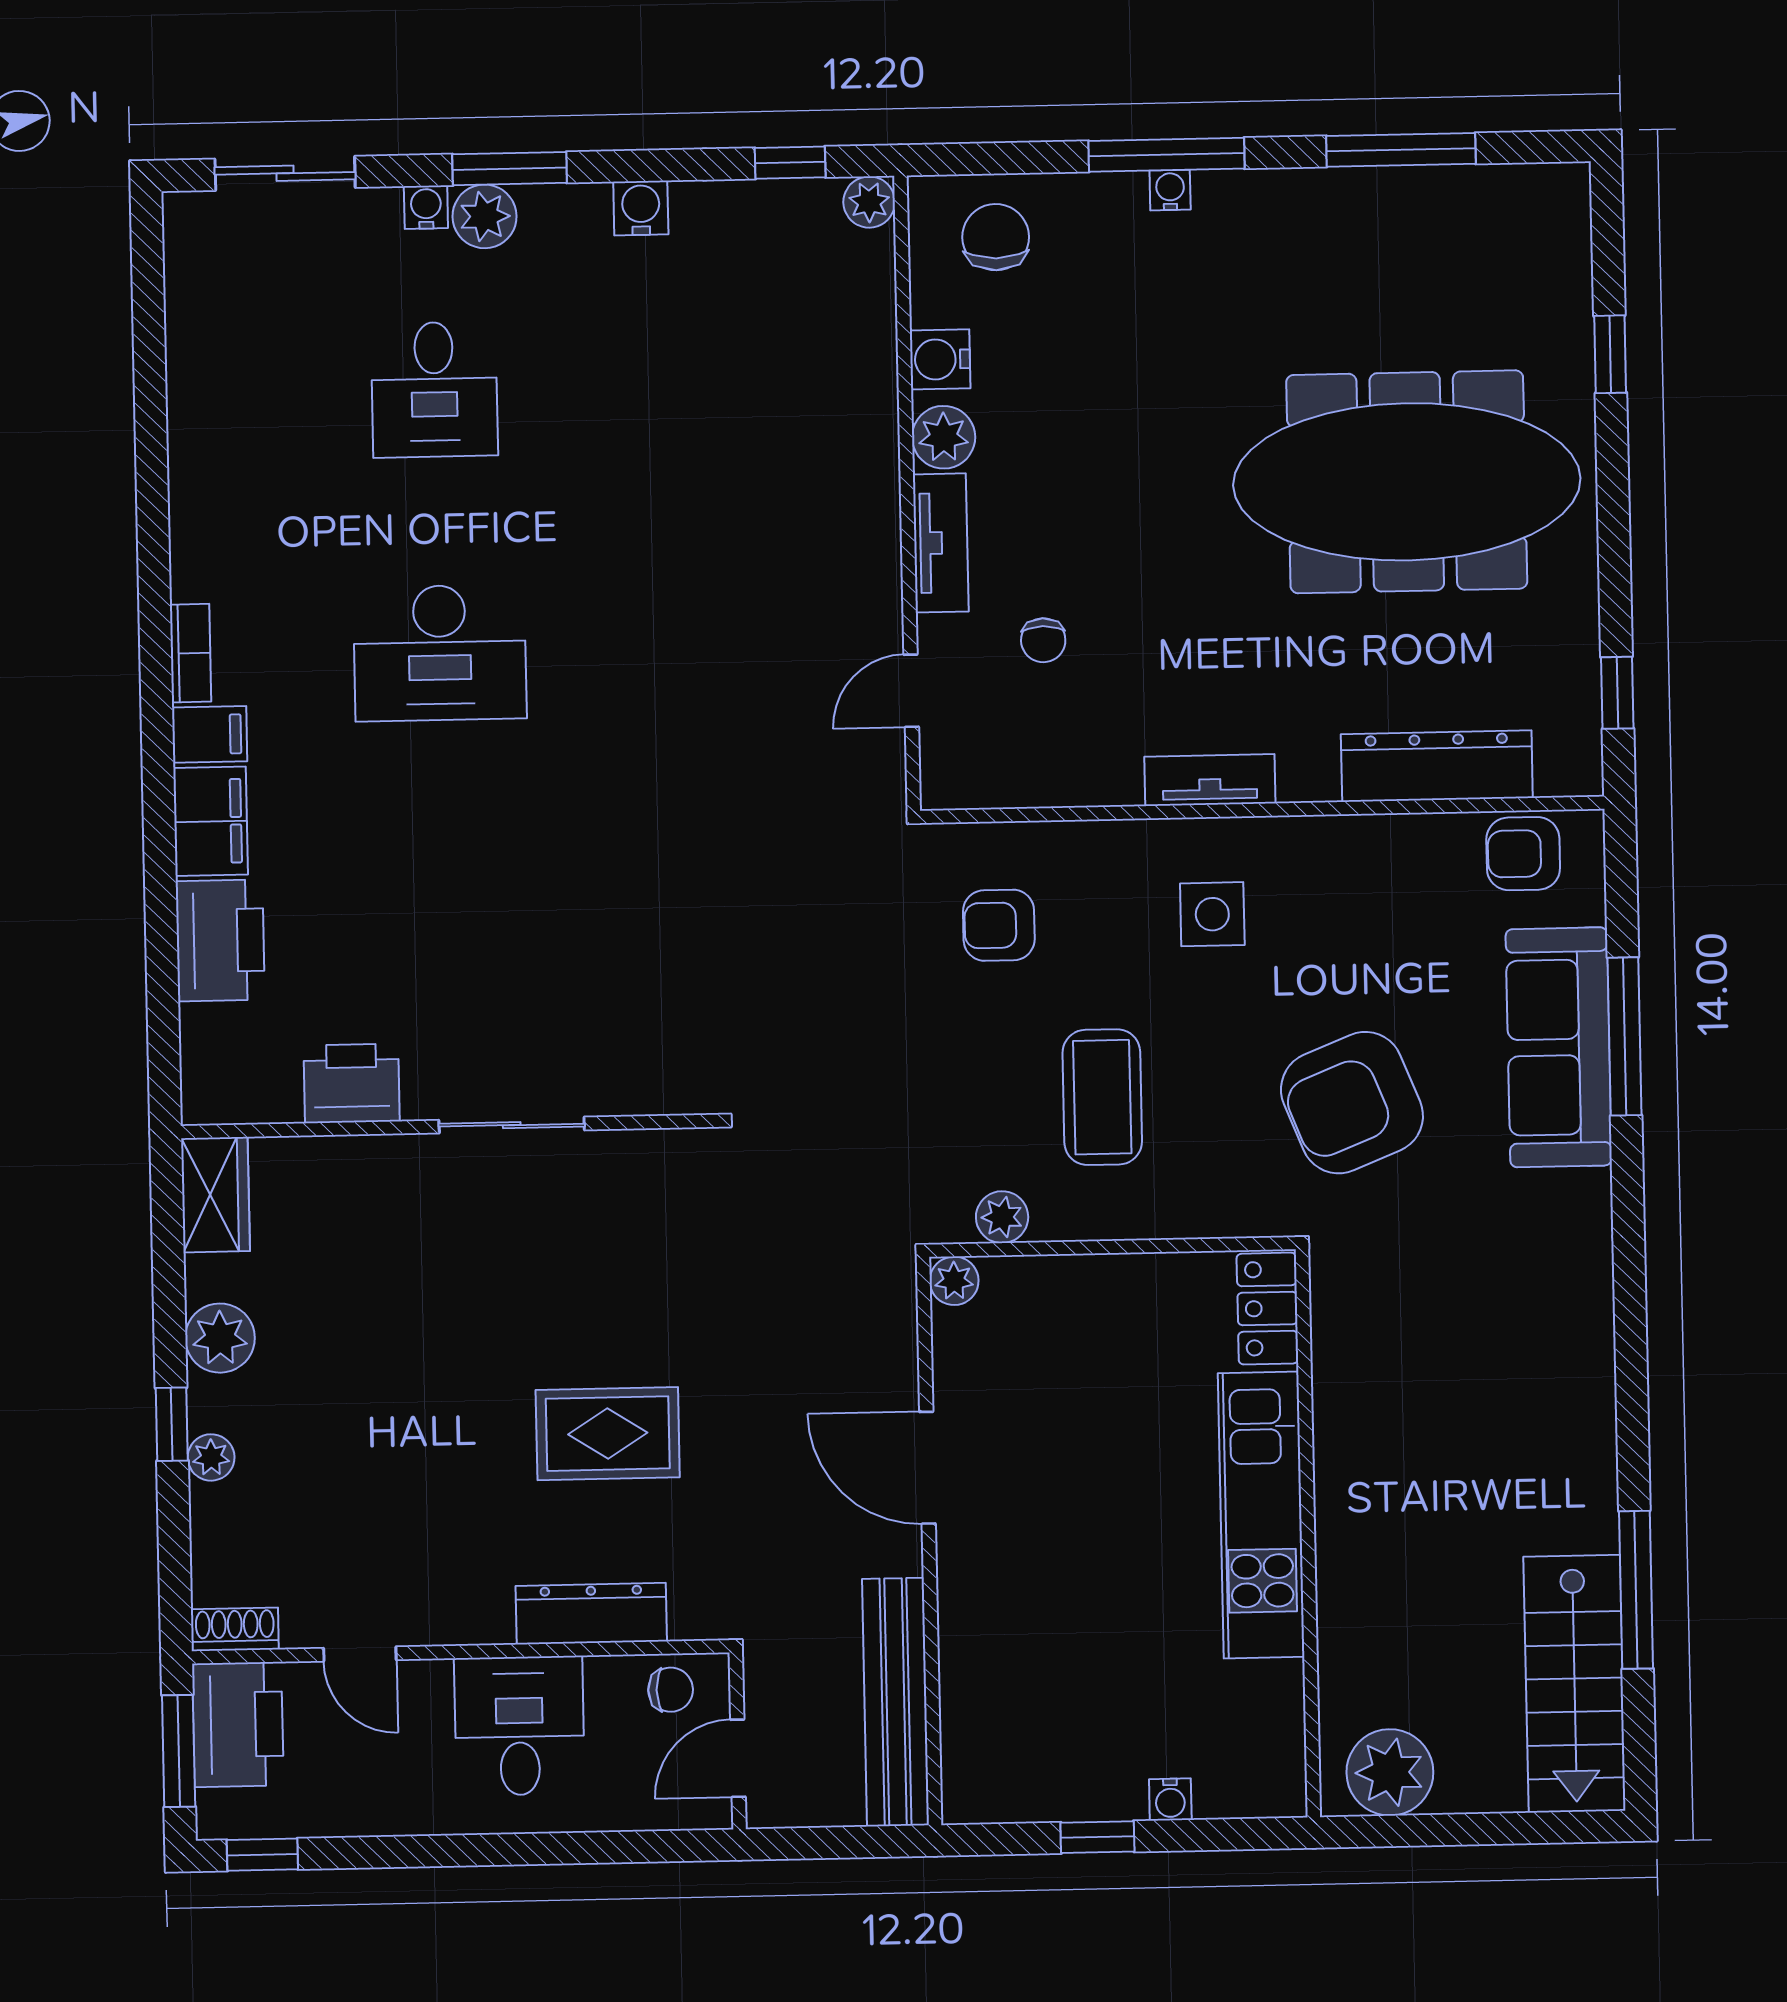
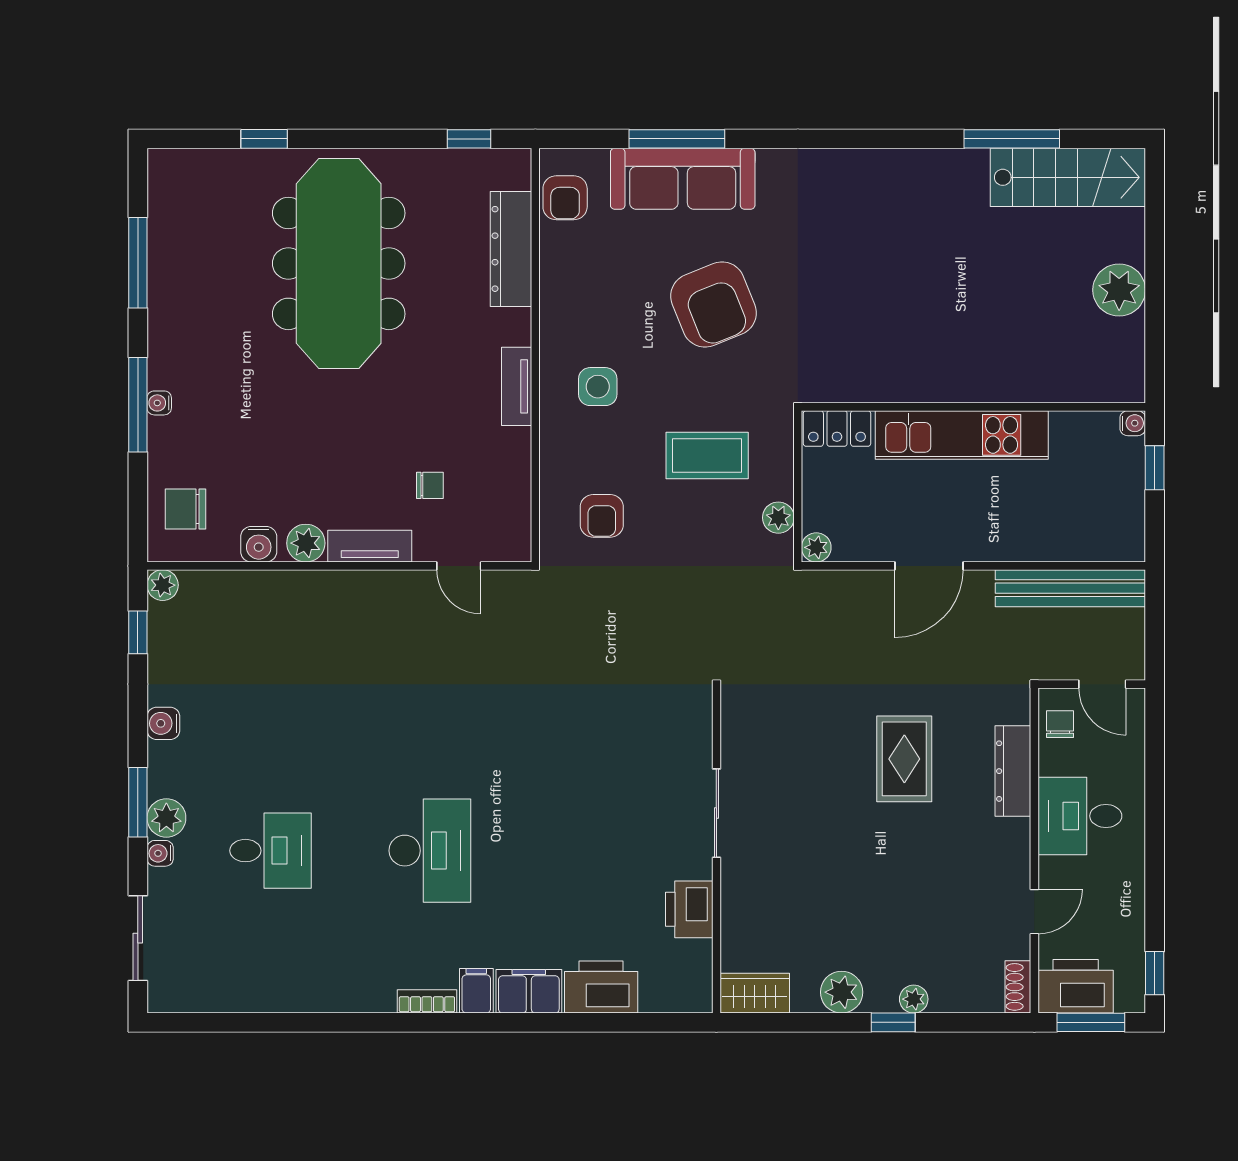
locker: (1267, 1309) -> (837, 428), moved
kitchen unit: (1261, 1515) -> (962, 435), moved
wall: (1308, 1533) -> (973, 407), moved

